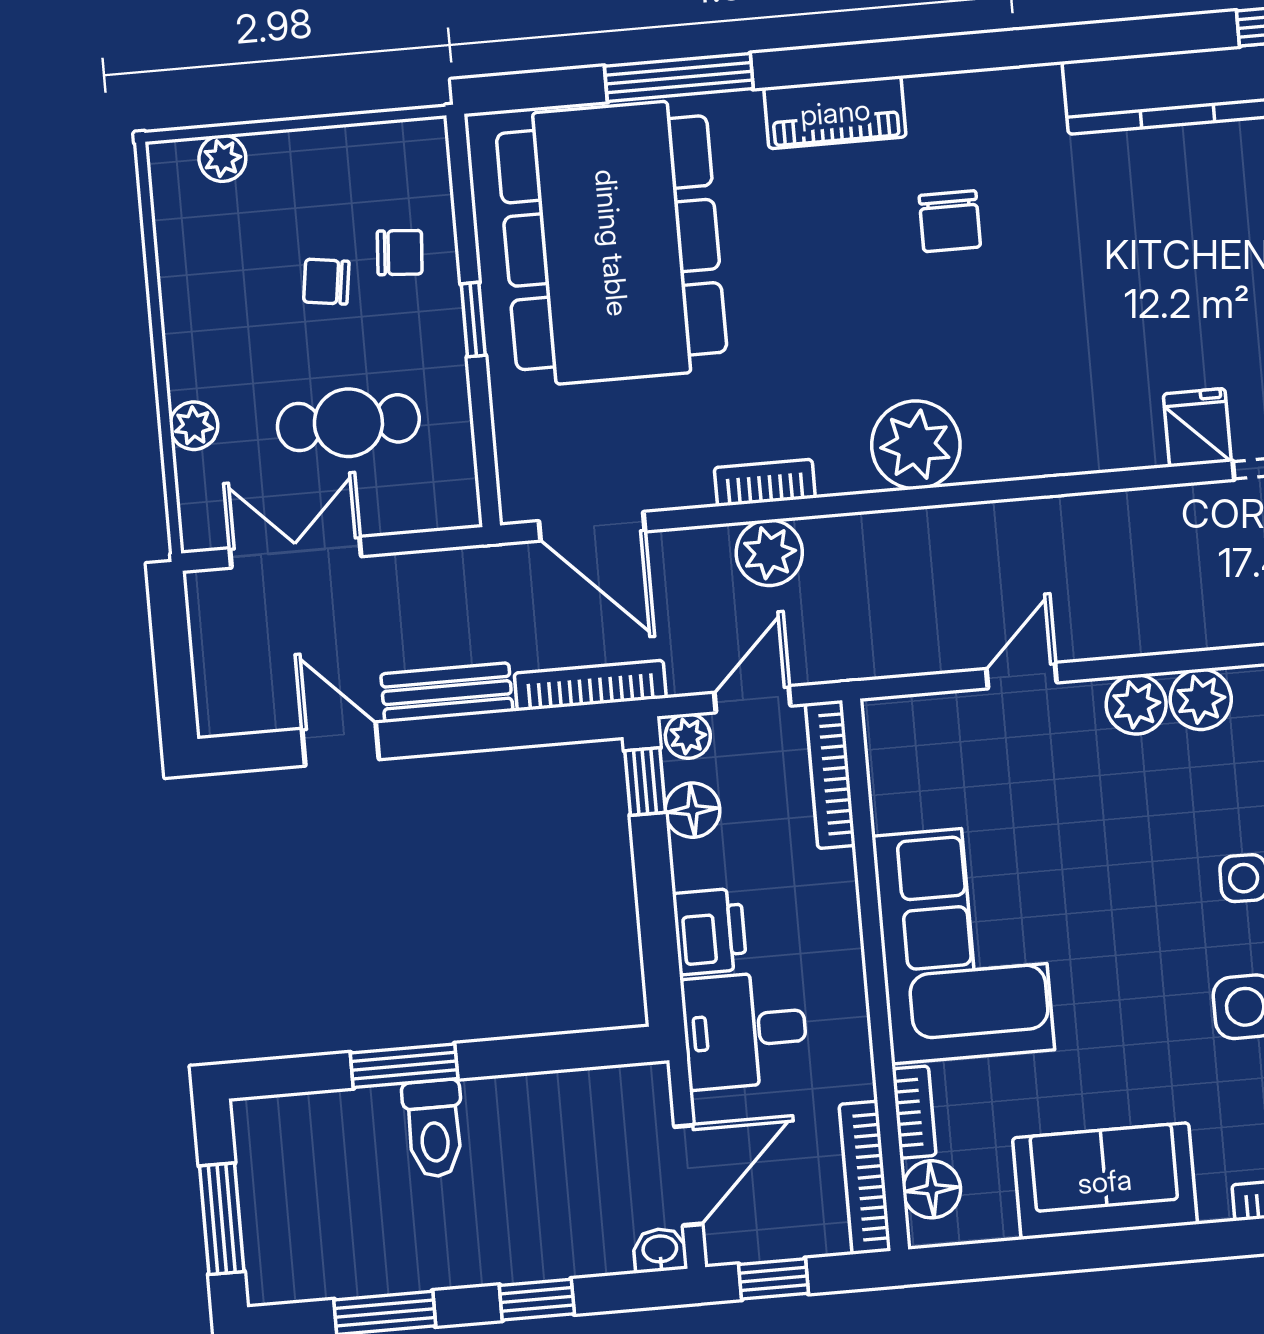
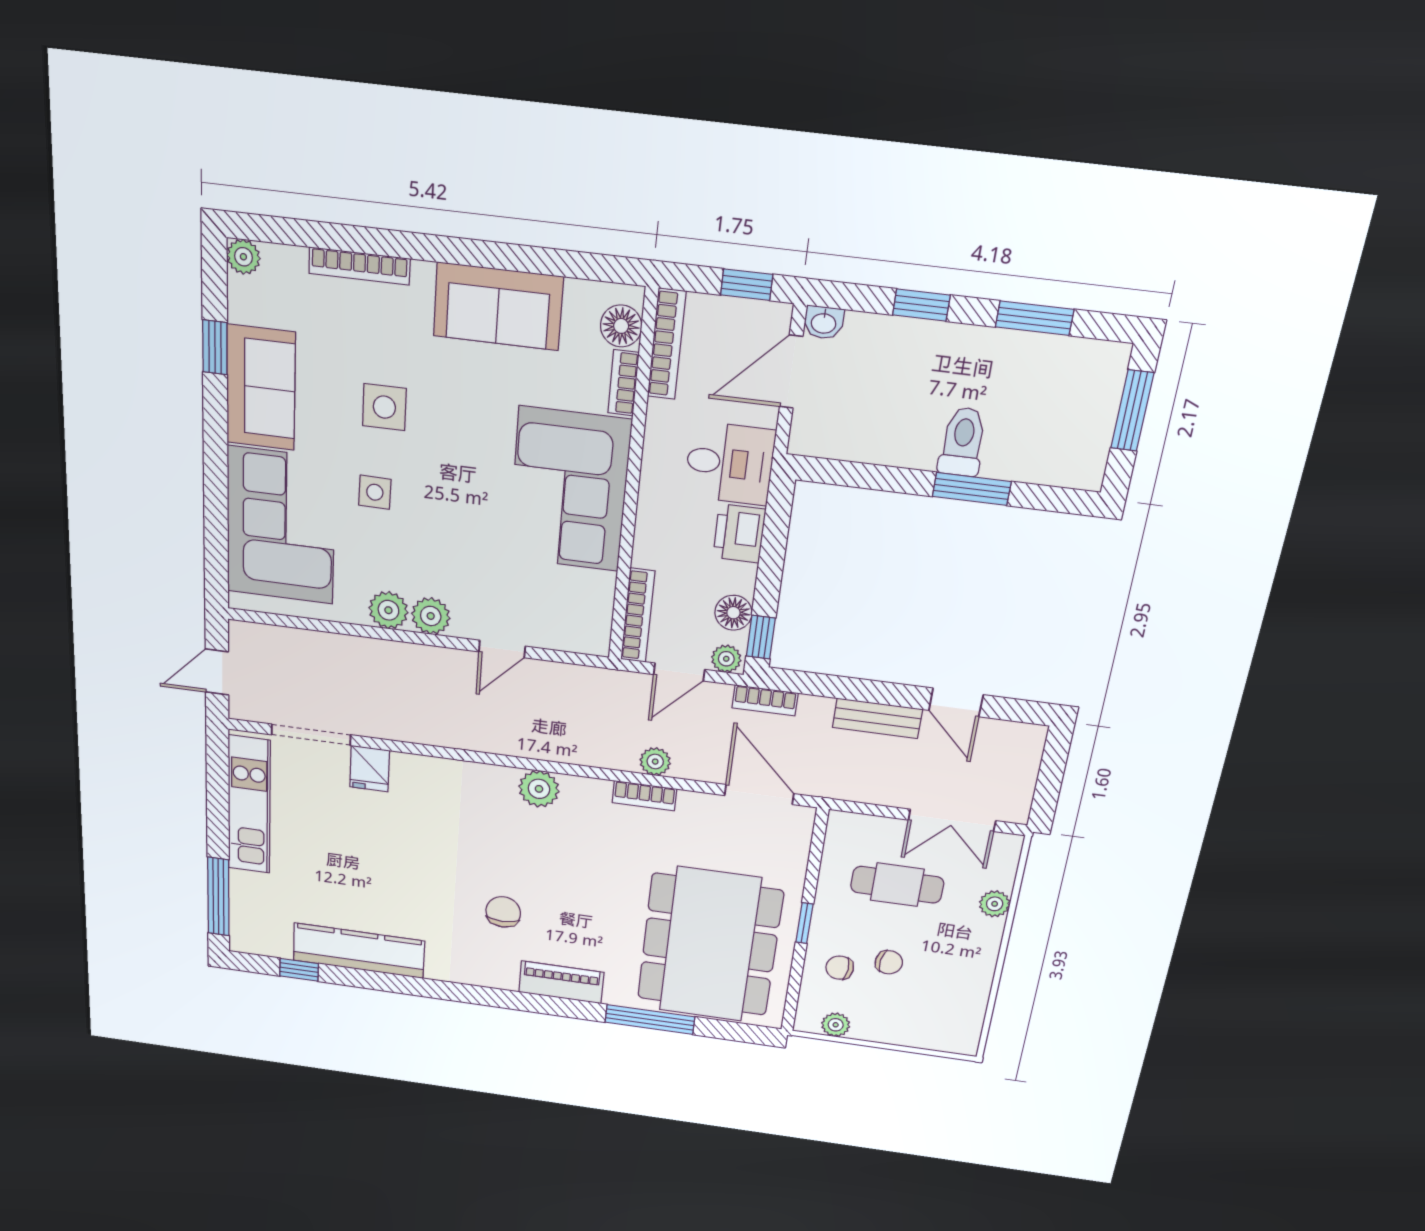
plant: (222, 158) -> (836, 1025), moved
plant: (916, 445) -> (539, 789), width x0.73, depth x0.73
plant: (769, 553) -> (655, 762), width x0.73, depth x0.73
bookcase: (590, 685) -> (765, 700), width x0.64

